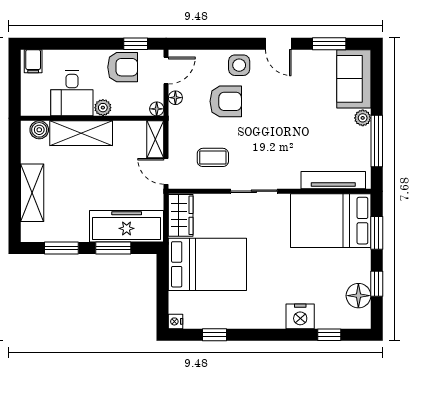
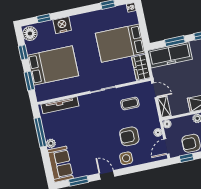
bed: (331, 221) -> (53, 66), moved
floor lamp: (358, 296) -> (30, 34), moved

